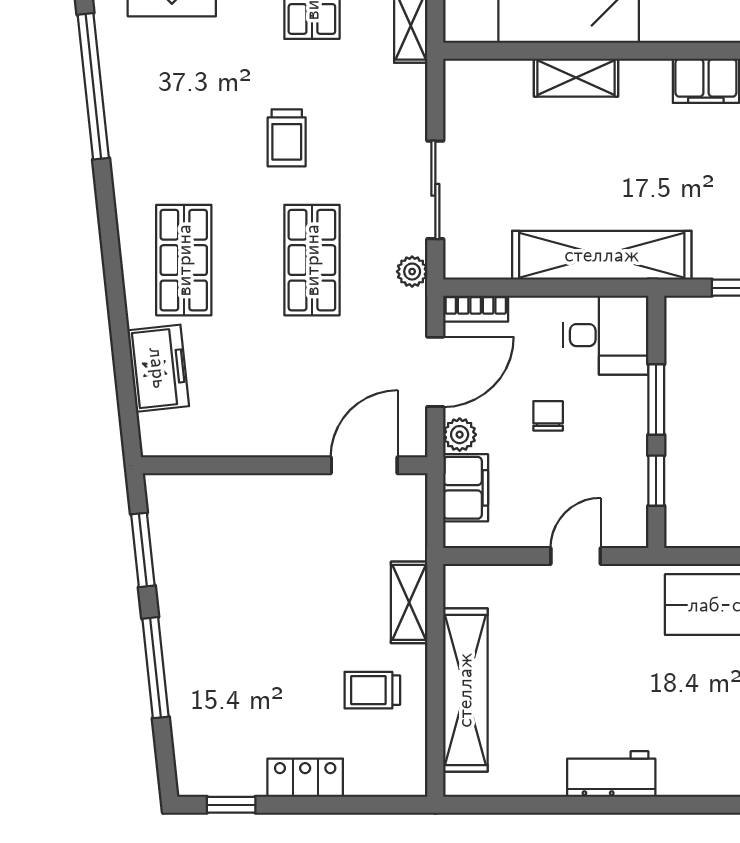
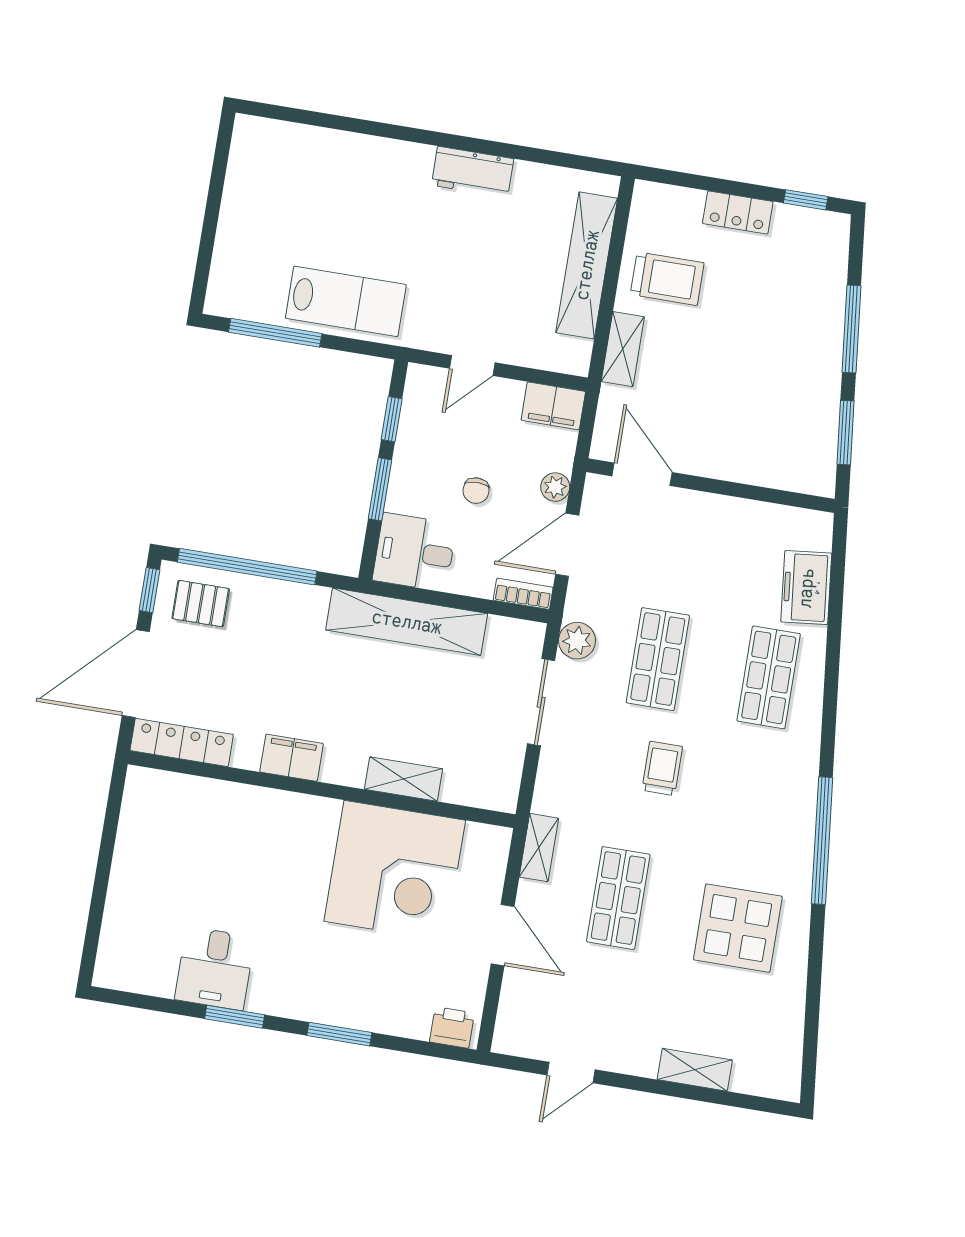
plant: (412, 272) -> (577, 641), width x1.38, depth x1.38
door: (364, 465) -> (642, 474), swing flipped
filing cabinet: (466, 488) -> (553, 406), moved, turned -90
trolley: (372, 690) -> (667, 279), width x1.36, depth x1.39

